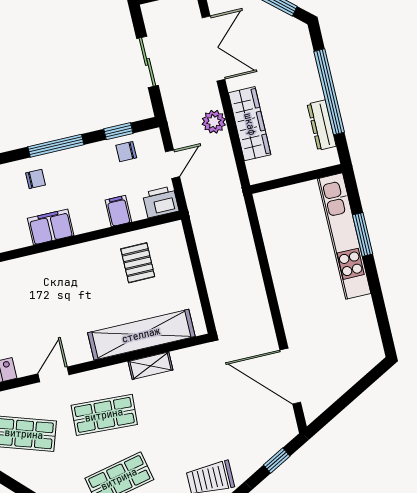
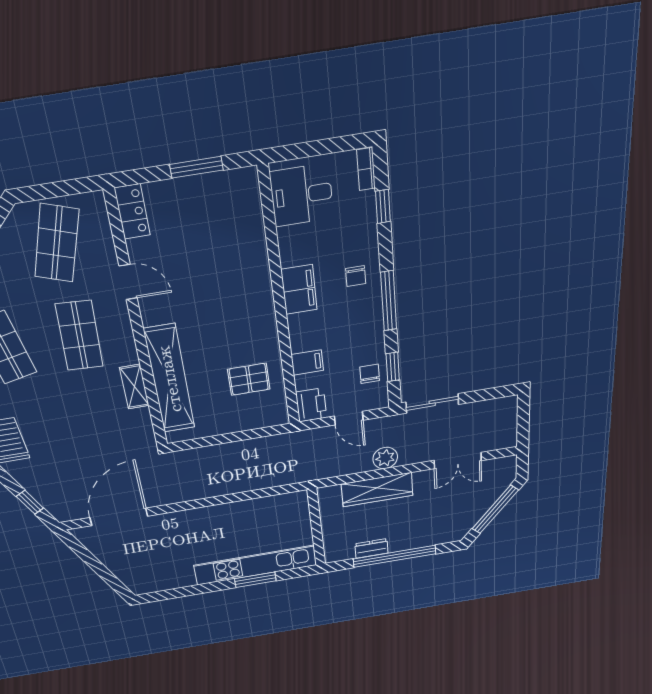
double door: (213, 48) -> (458, 461), width x0.73
sliding door: (147, 62) -> (432, 403), moved
dresser: (322, 125) -> (371, 548), width x0.70

